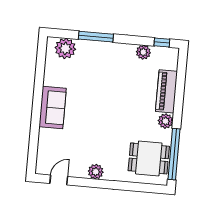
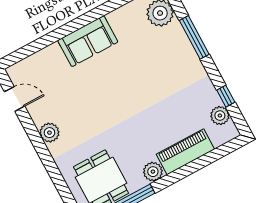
window: (162, 42) -> (226, 96), moved
plant: (143, 52) -> (220, 116), moved

